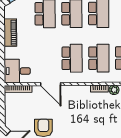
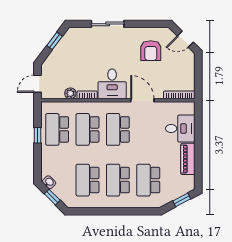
desk: (17, 71) -> (180, 129), moved
desk: (77, 98) -> (112, 84), added

